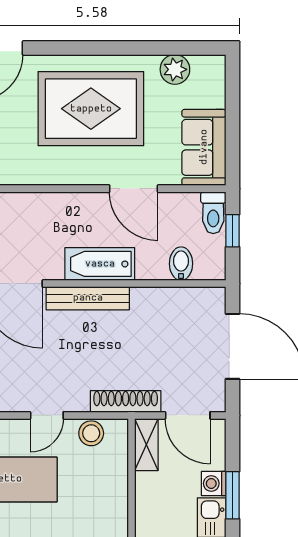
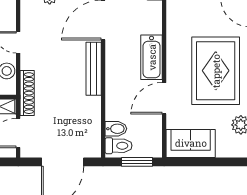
toilet: (213, 213) -> (119, 146), moved, turned 180
window: (232, 231) -> (137, 162), width x1.50
bathtub: (100, 264) -> (152, 57), moved, turned 180

